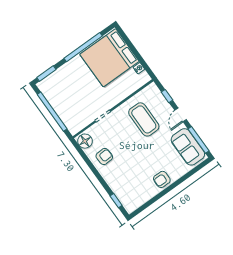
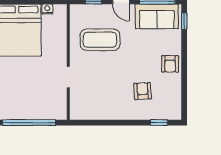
floor lamp: (85, 141) -> (80, 111), removed
armchair: (104, 156) -> (143, 91), moved
window: (198, 168) -> (184, 21), added

